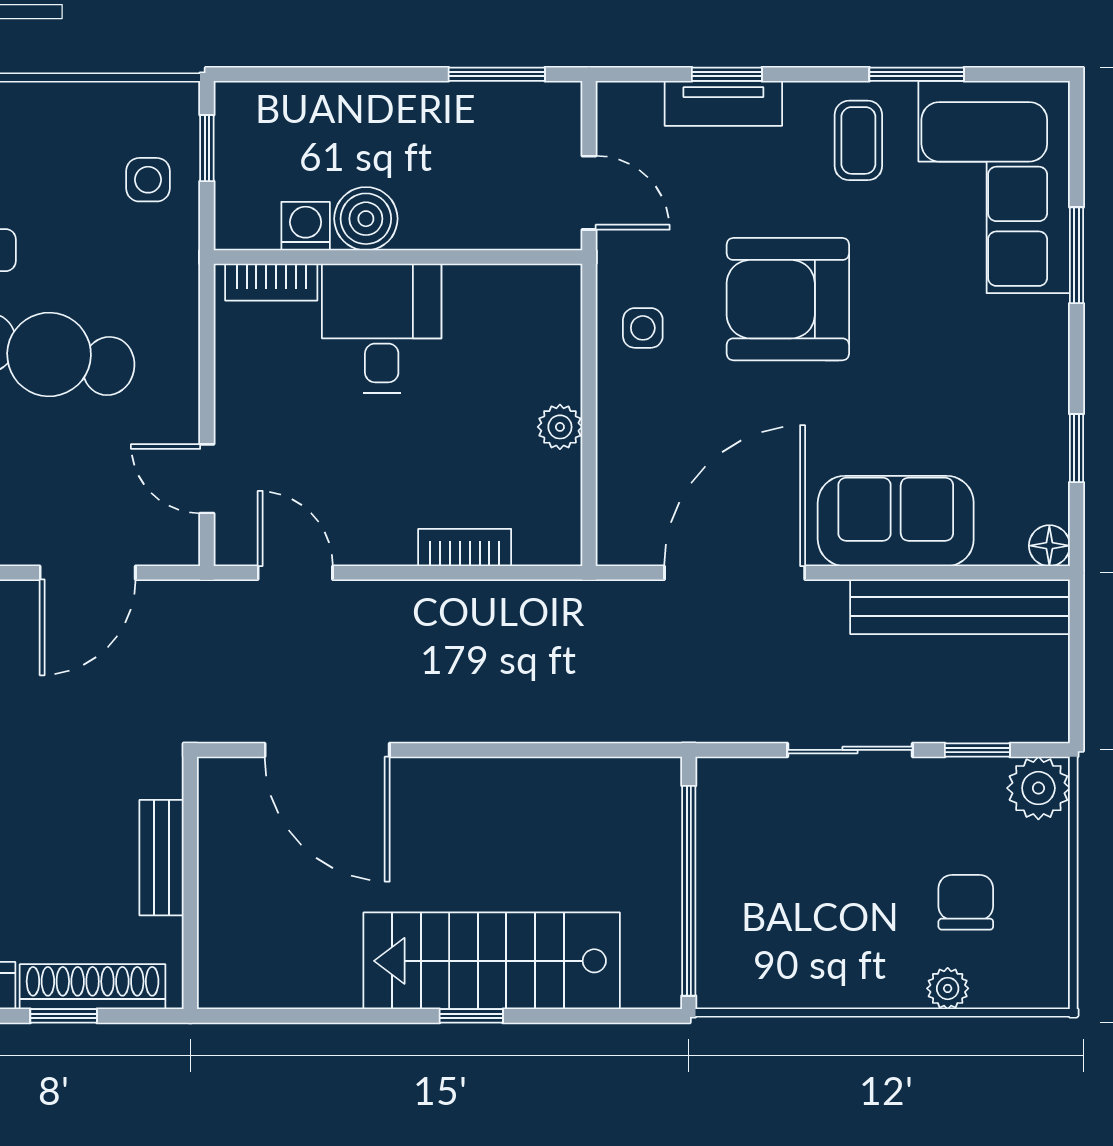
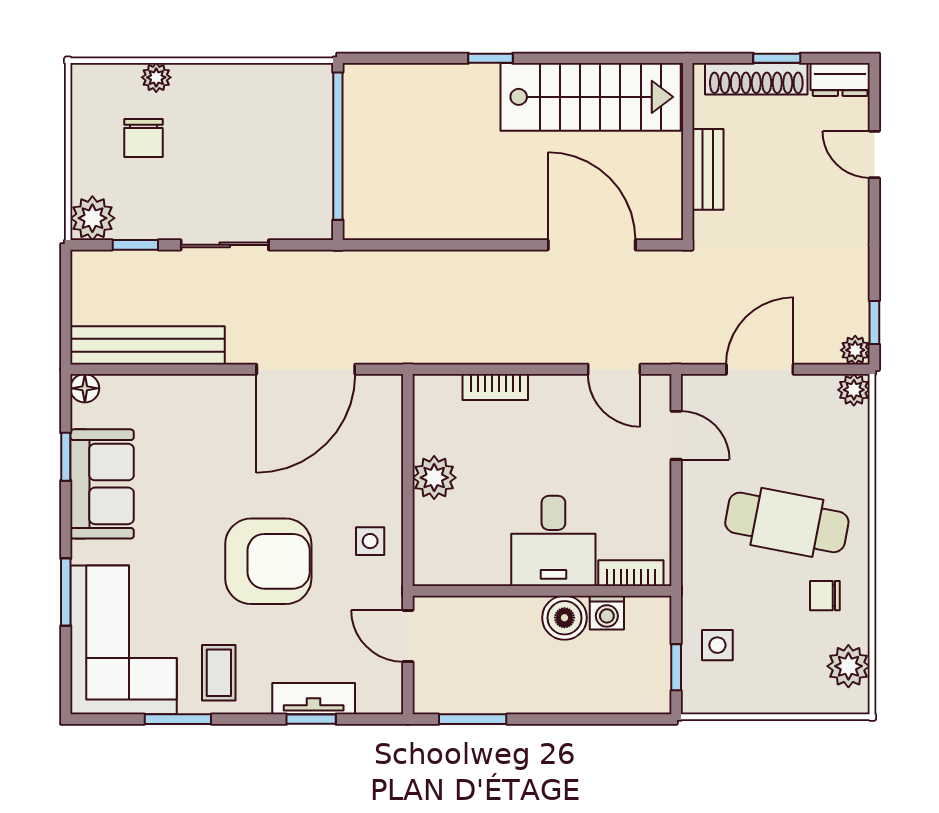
plant: (560, 427) -> (434, 478), width x1.38, depth x1.38
sofa: (896, 521) -> (102, 484), moved, turned -90
stairs: (492, 961) -> (591, 97), moved

